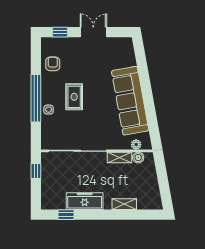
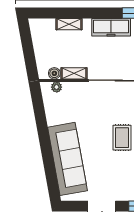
sofa: (130, 101) -> (67, 159), moved

